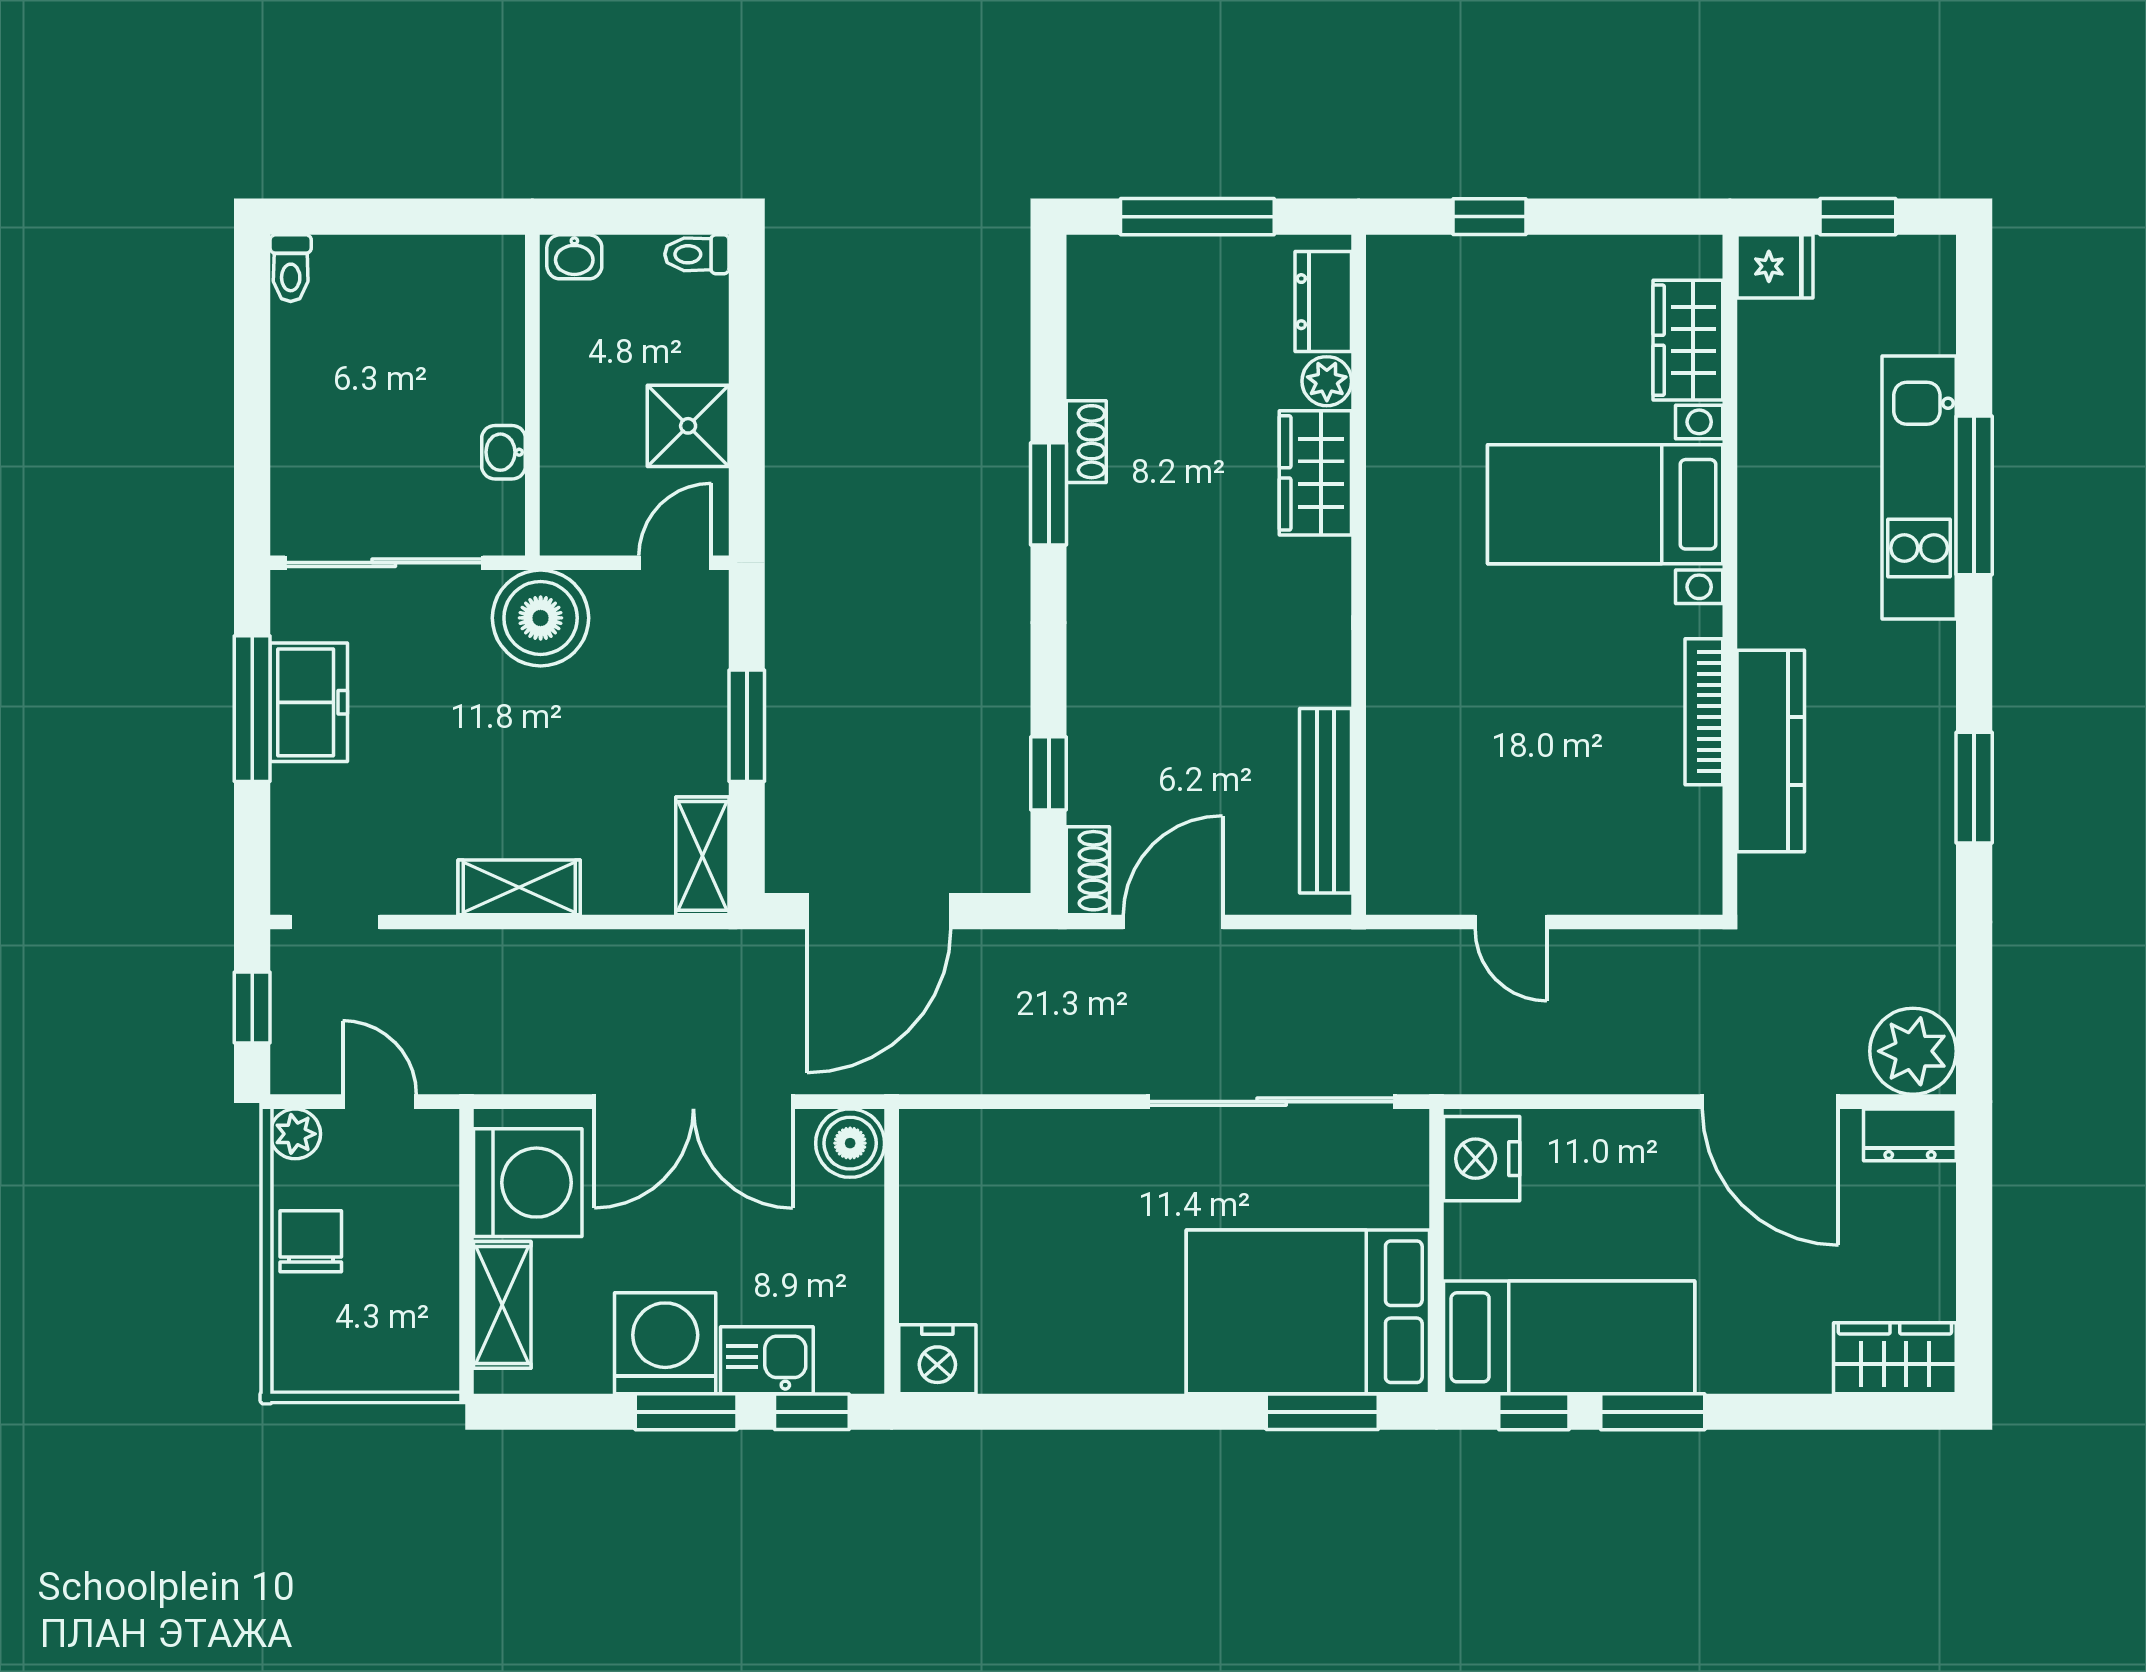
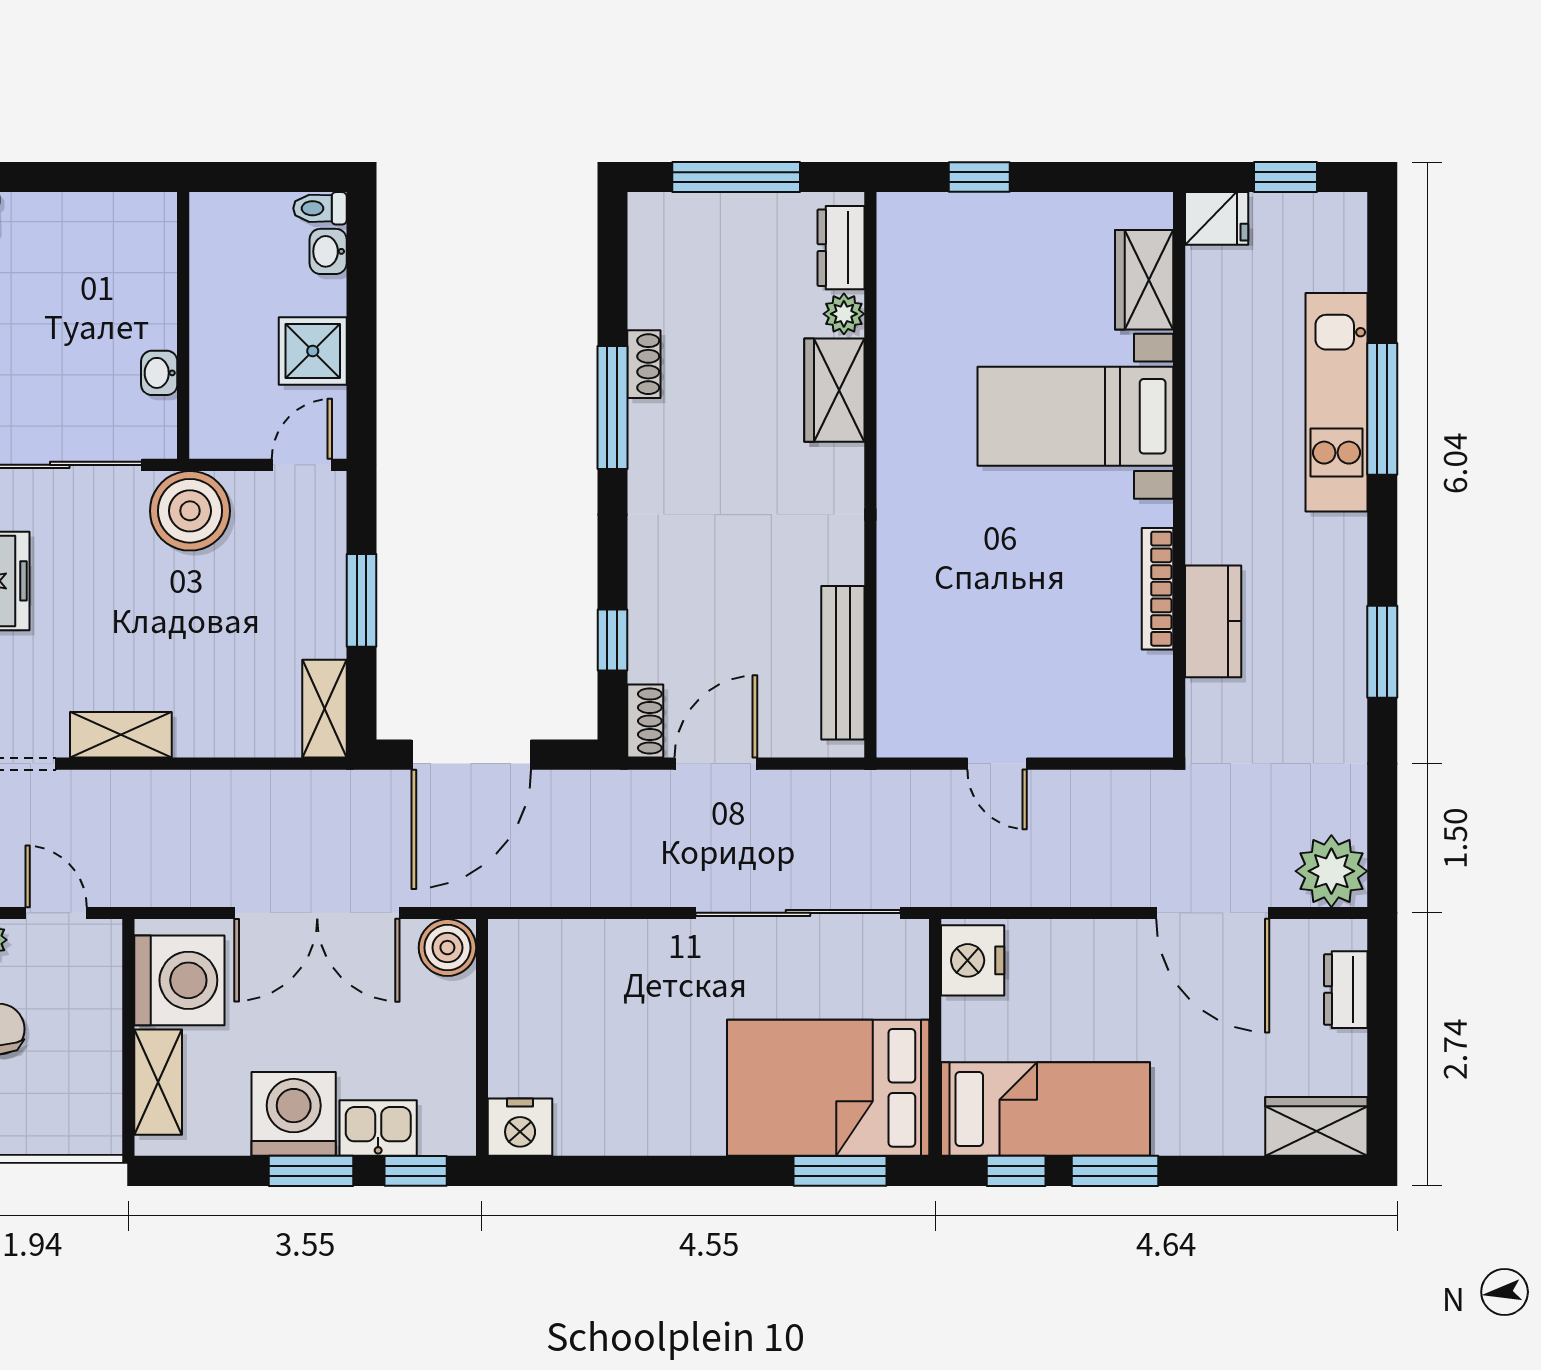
washbasin: (574, 257) -> (328, 251), moved, turned 90
window: (1049, 494) -> (612, 407), width x1.44
kitchen counter: (1771, 751) -> (1213, 621), width x0.67
shelving: (519, 887) -> (121, 735), moved
dresser: (1910, 1135) -> (1346, 990), moved, turned 90

